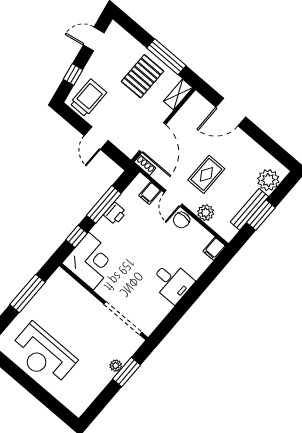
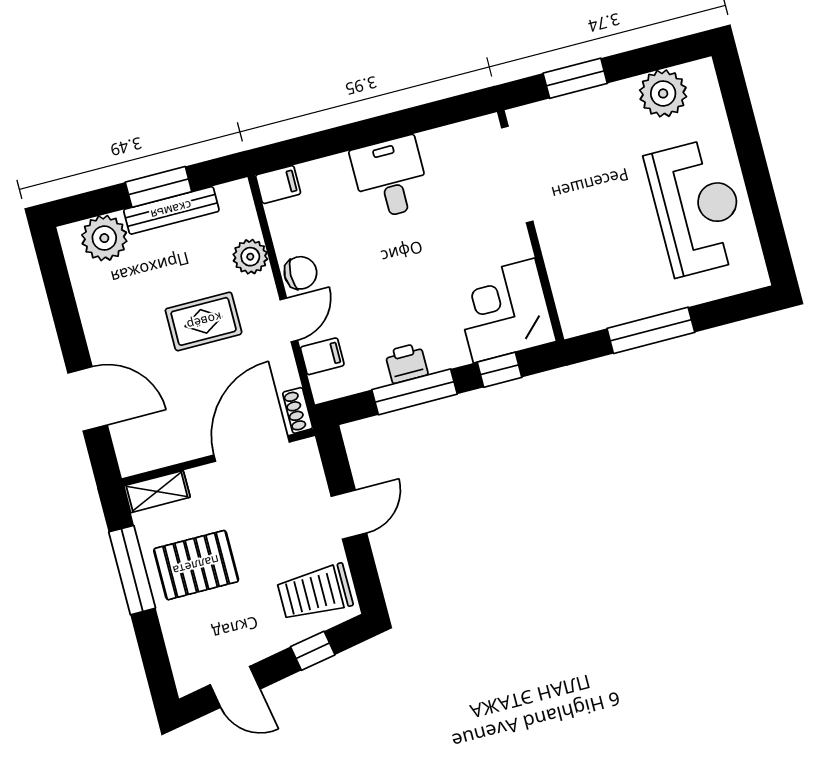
plant: (116, 366) -> (663, 93), moved, width x1.88, depth x1.88

